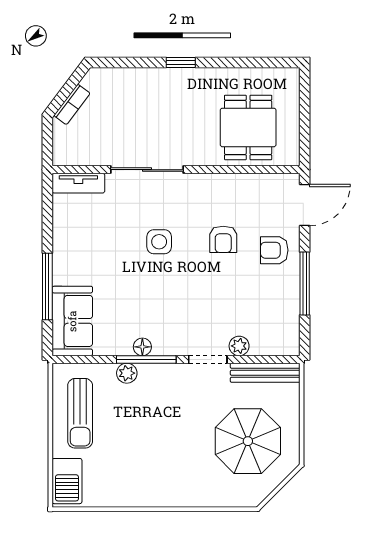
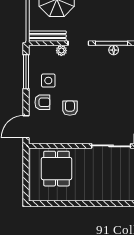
window: (181, 63) -> (93, 204), removed
side table: (159, 242) -> (48, 81), moved
window: (305, 283) -> (26, 72), moved
plant: (127, 373) -> (122, 36), removed

